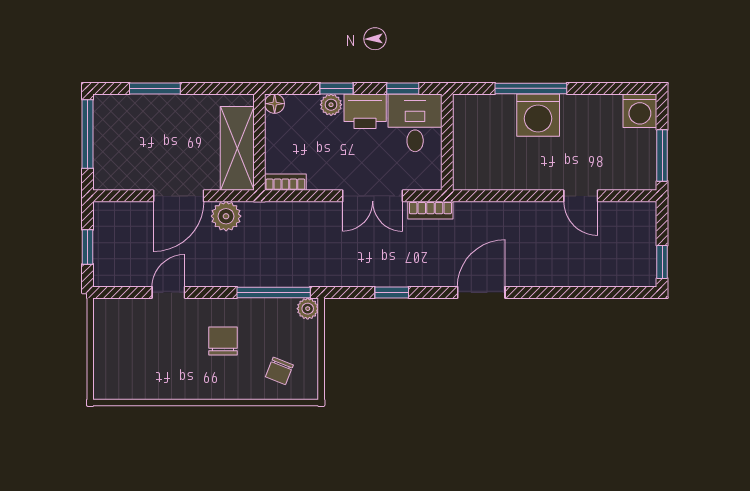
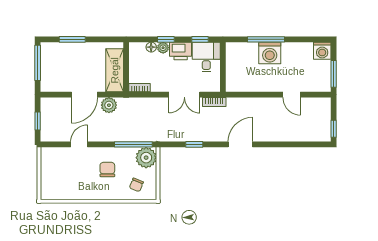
floor lamp: (275, 104) -> (151, 47), moved
plant: (308, 309) -> (146, 158), width x1.88, depth x1.88

